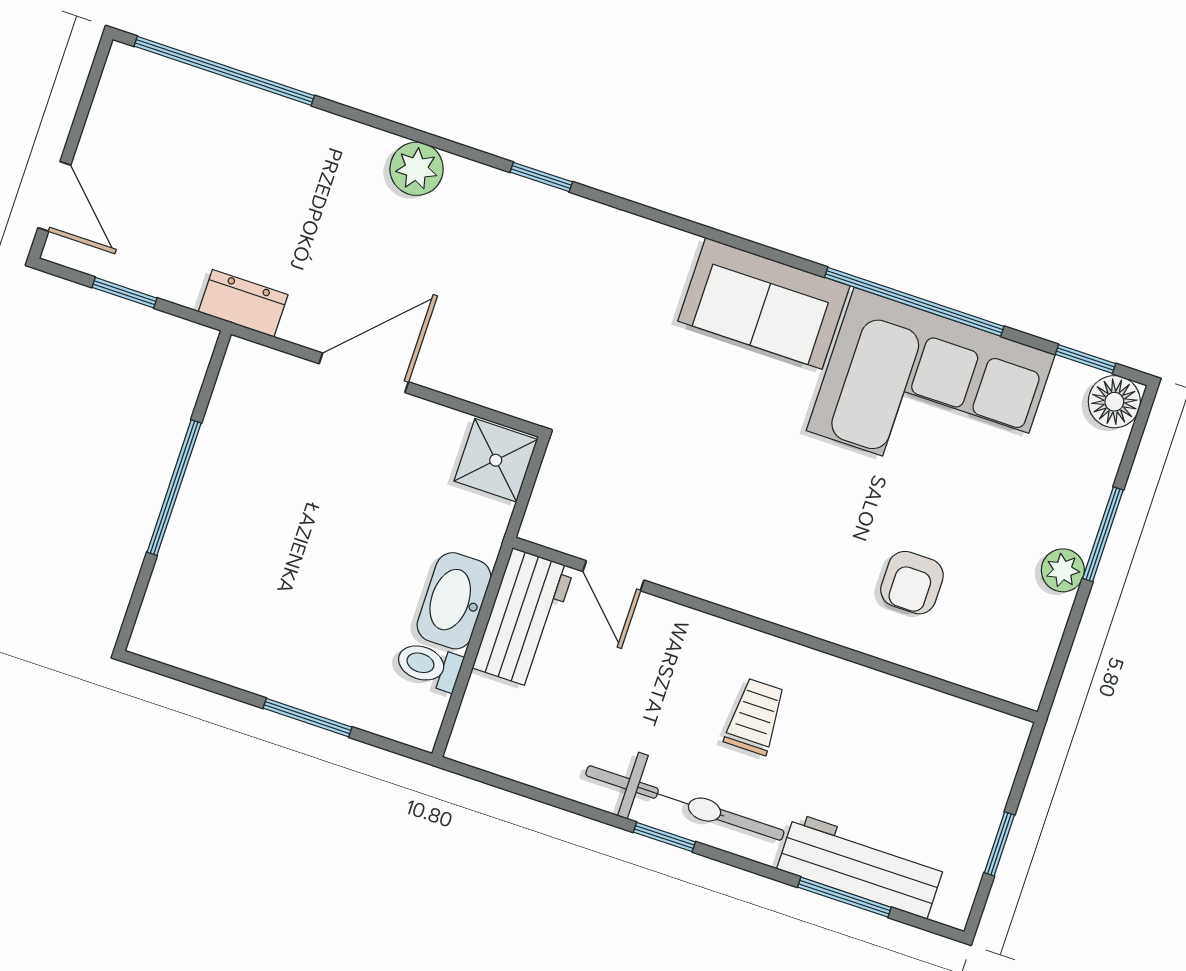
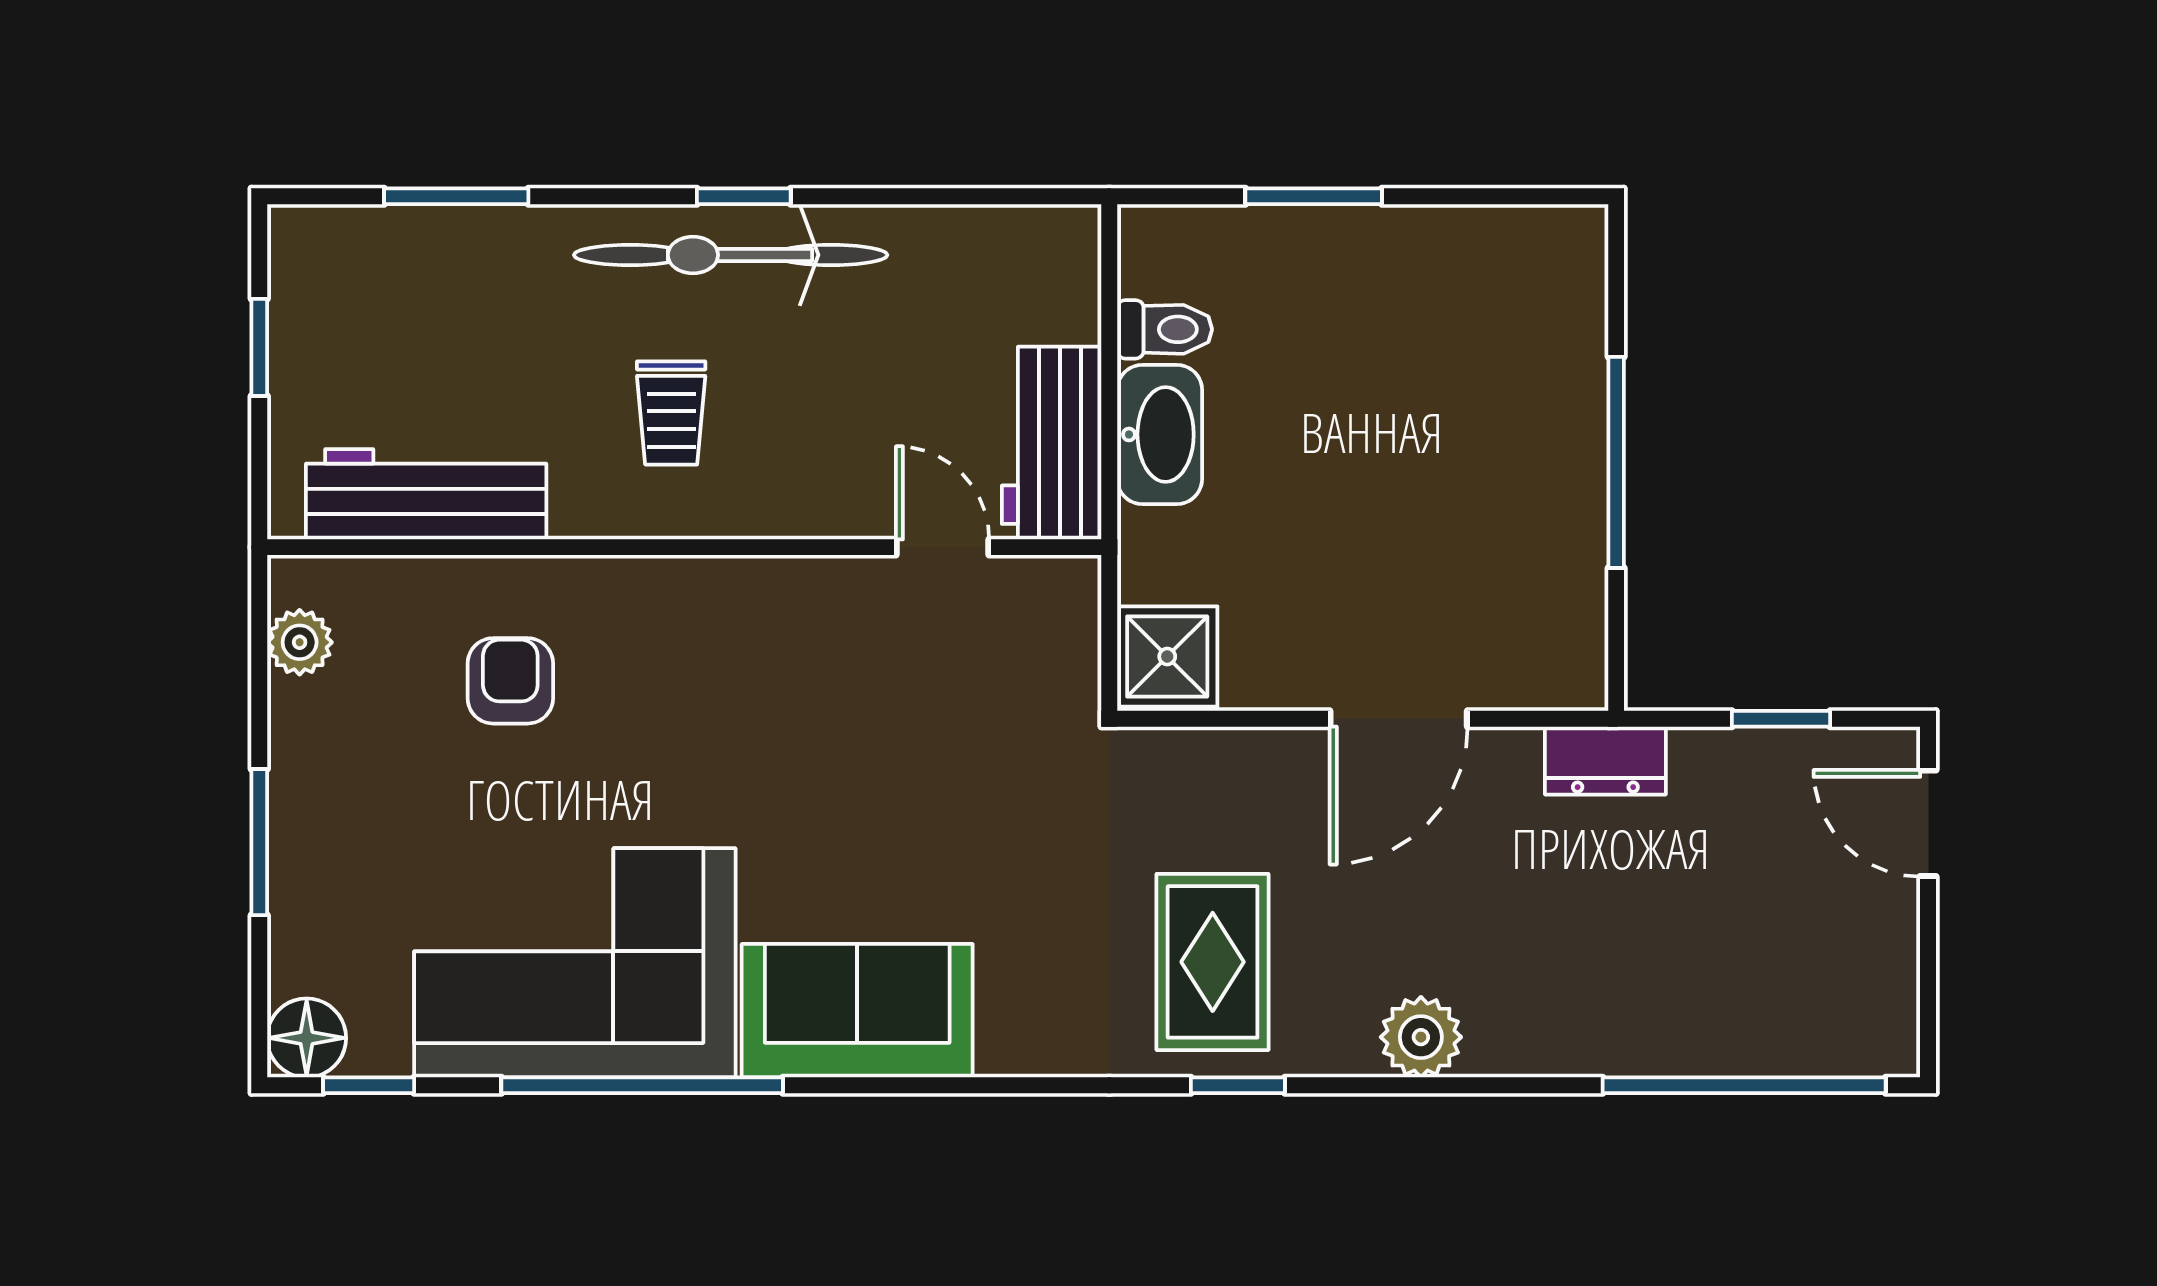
rug: (531, 260) -> (1213, 962), added
plant: (1063, 570) -> (300, 642), moved
workbench: (861, 866) -> (426, 494), moved, turned 180

